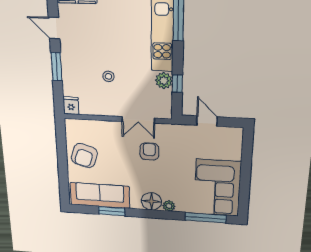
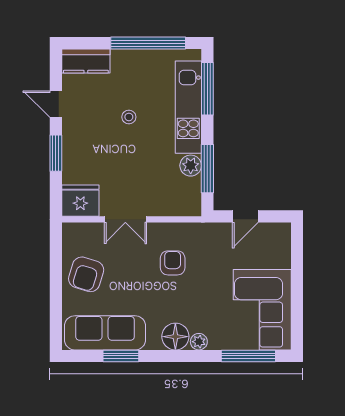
stool: (108, 76) -> (129, 117), moved
window: (177, 84) -> (207, 169), width x2.17
fridge: (71, 106) -> (80, 201), width x1.88, depth x1.34
double door: (138, 120) -> (125, 219), moved
door: (207, 121) -> (245, 216), swing flipped

